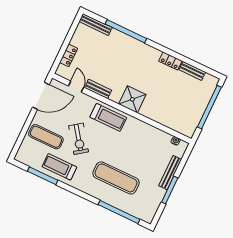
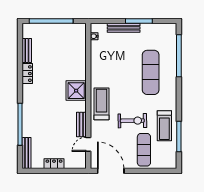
locker: (69, 55) -> (54, 164), moved
exercise bike: (79, 139) -> (132, 121), turned 35

